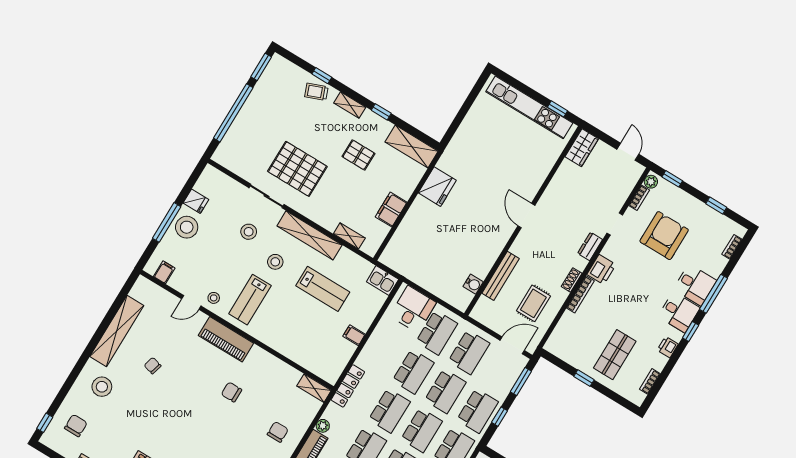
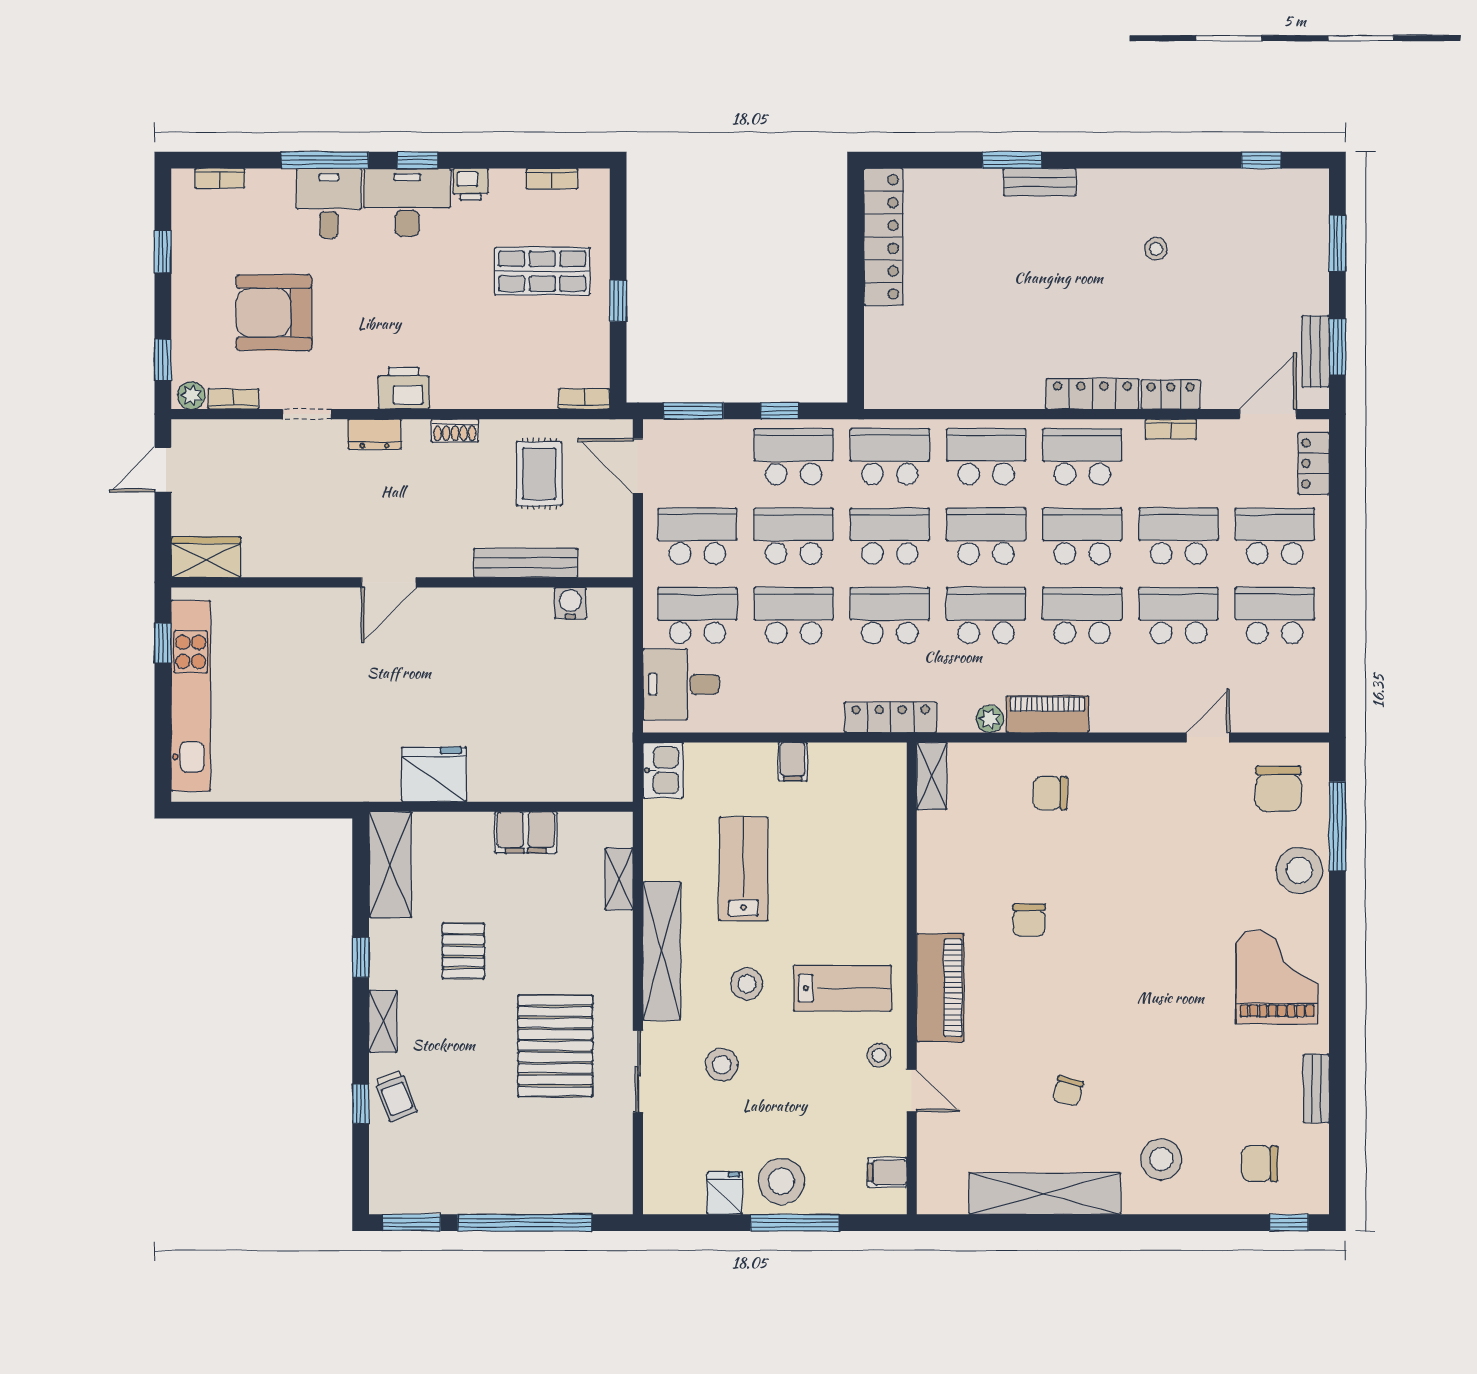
bookcase: (580, 294) -> (584, 399), moved, width x0.64
rug: (533, 303) -> (539, 474), turned 90
desk: (679, 312) -> (407, 202), width x1.37

